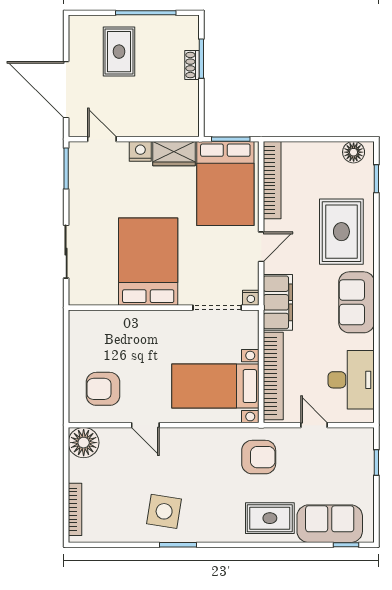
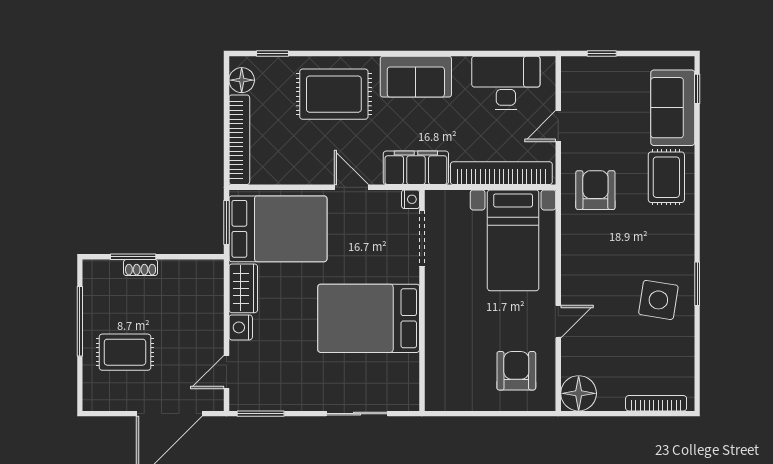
bookcase: (272, 180) -> (239, 140), moved, turned 90
armchair: (103, 389) -> (516, 371), turned 180

